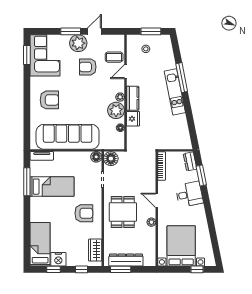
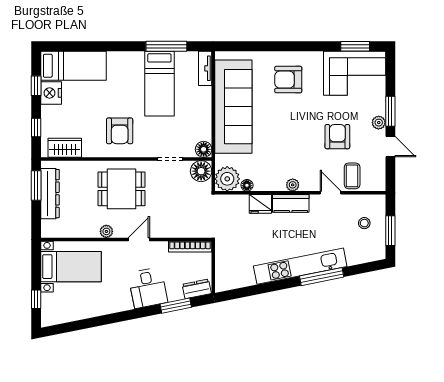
plant: (78, 43) -> (379, 123), width x0.53, depth x0.53
kitchen unit: (175, 92) -> (300, 266), width x1.36
armchair: (49, 100) -> (288, 80), turned 90
plant: (116, 110) -> (227, 179), moved
bed with nightstands: (181, 246) -> (71, 267), width x0.73

